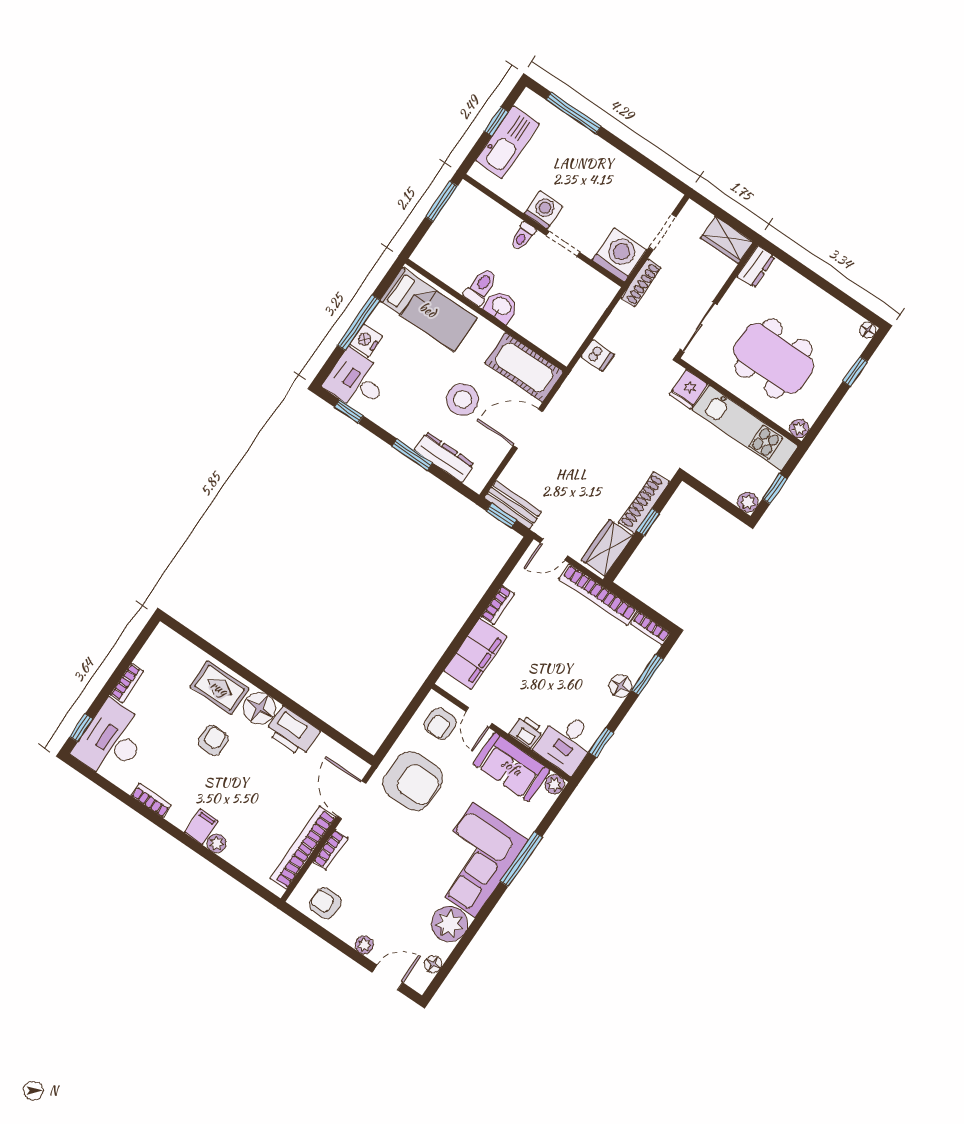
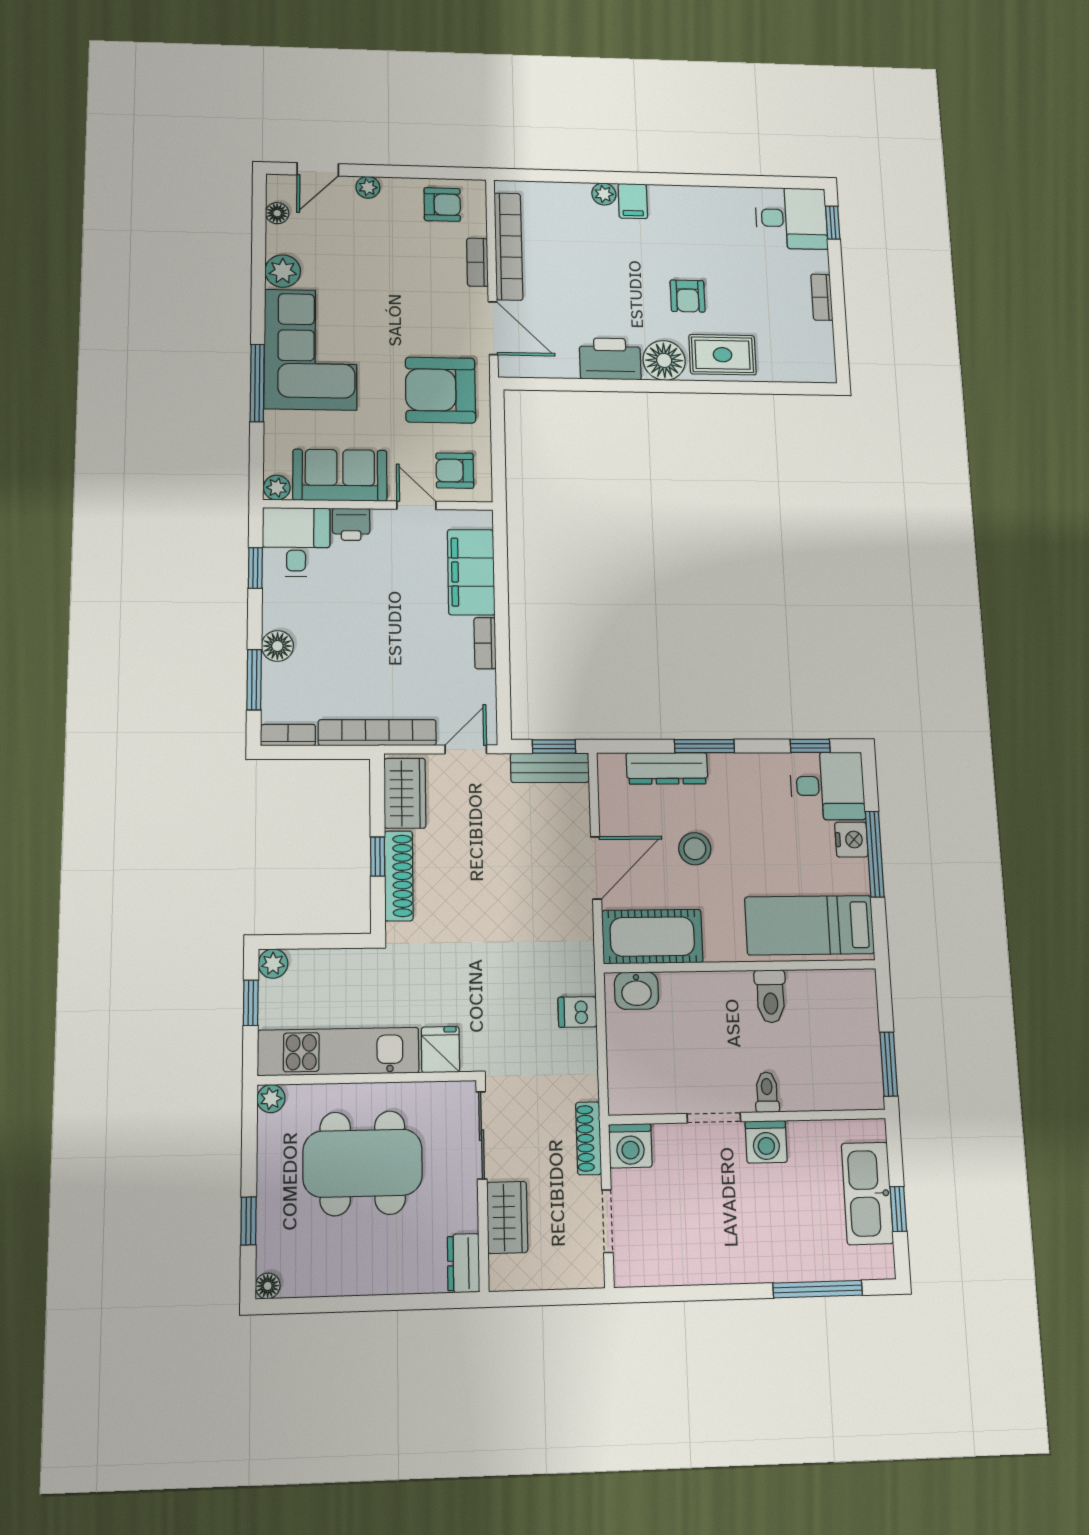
wardrobe: (727, 240) -> (507, 1217), moved, turned 90
washing machine: (619, 255) -> (630, 1146), width x0.73, depth x0.73
washbasin: (501, 307) -> (636, 991), moved
stool: (462, 400) -> (695, 849), width x0.73, depth x0.73
armchair: (440, 724) -> (455, 471), turned -90
desk: (112, 740) -> (791, 218), width x0.73
bookcase: (151, 801) -> (705, 195), removed
plant: (449, 924) -> (283, 271), width x0.73, depth x0.73

